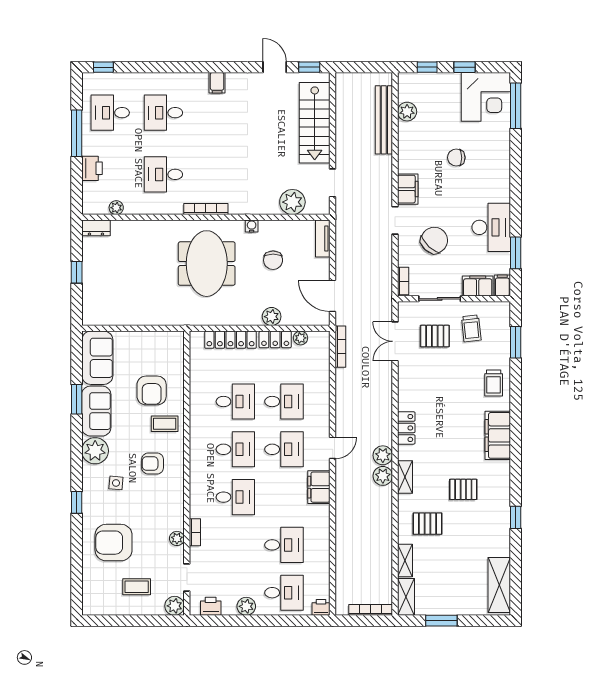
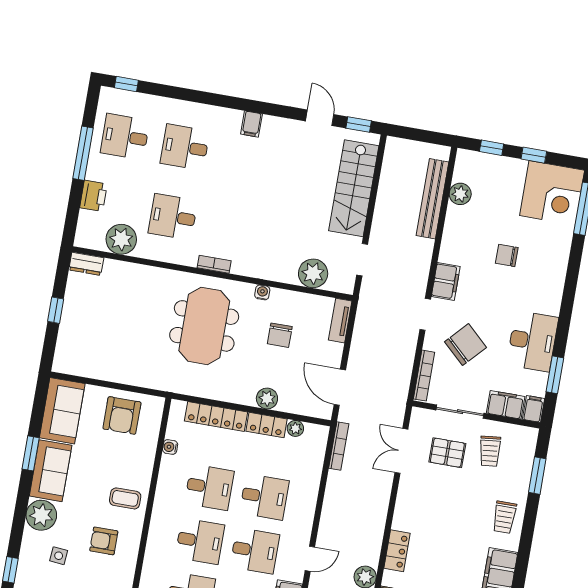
plant: (116, 208) -> (121, 239), width x1.88, depth x1.88
bookcase: (206, 209) -> (214, 264), width x0.64
bookcase: (403, 281) -> (424, 376), width x1.56
water cooler: (196, 373) -> (170, 447), added
armchair: (152, 390) -> (122, 415), moved

